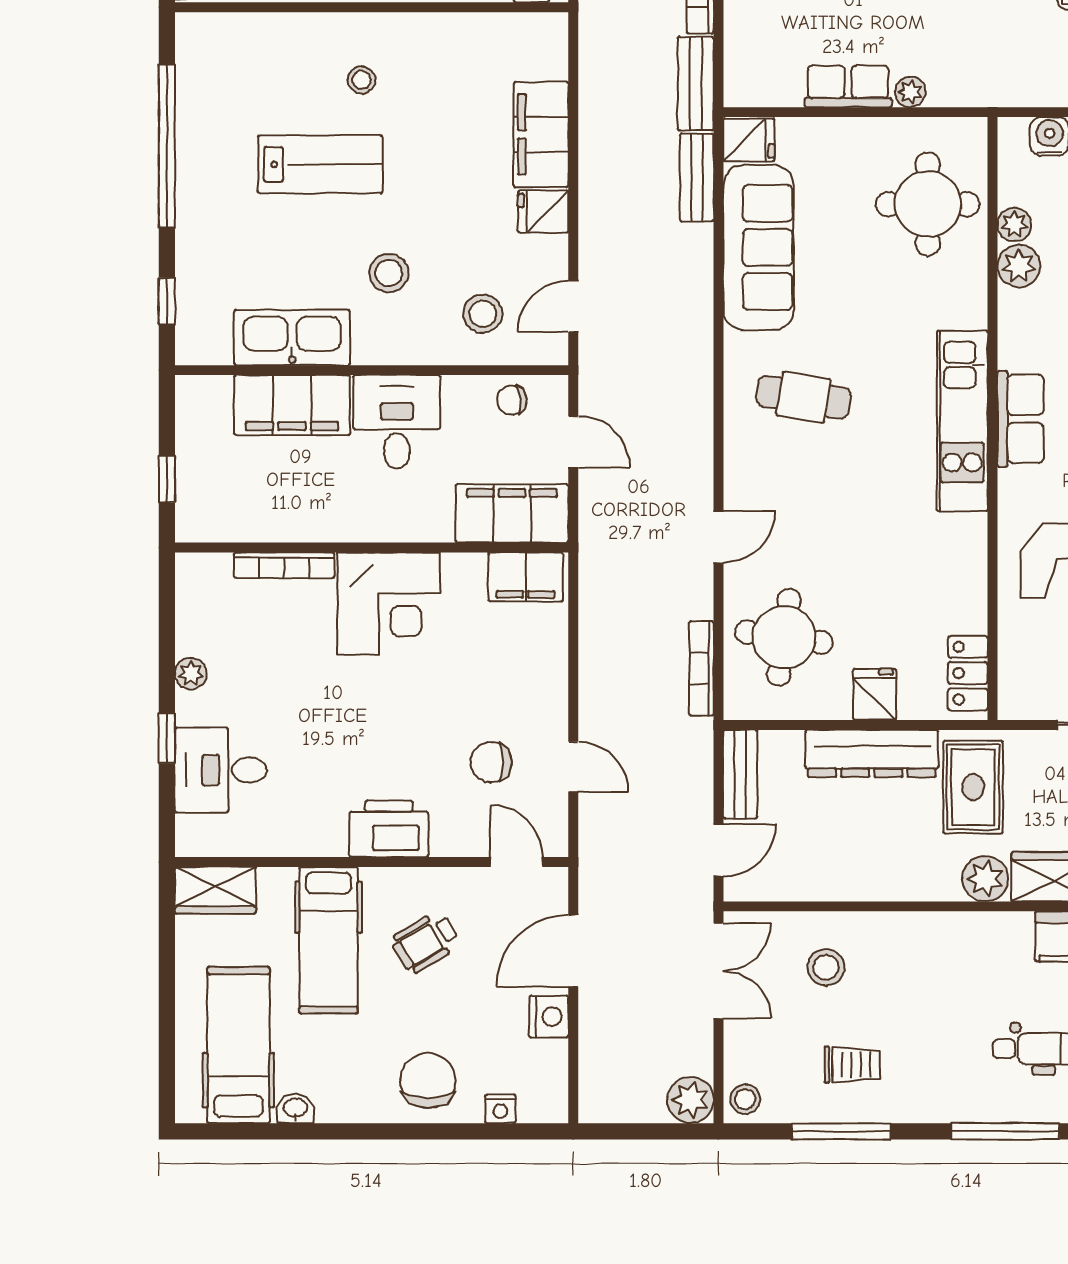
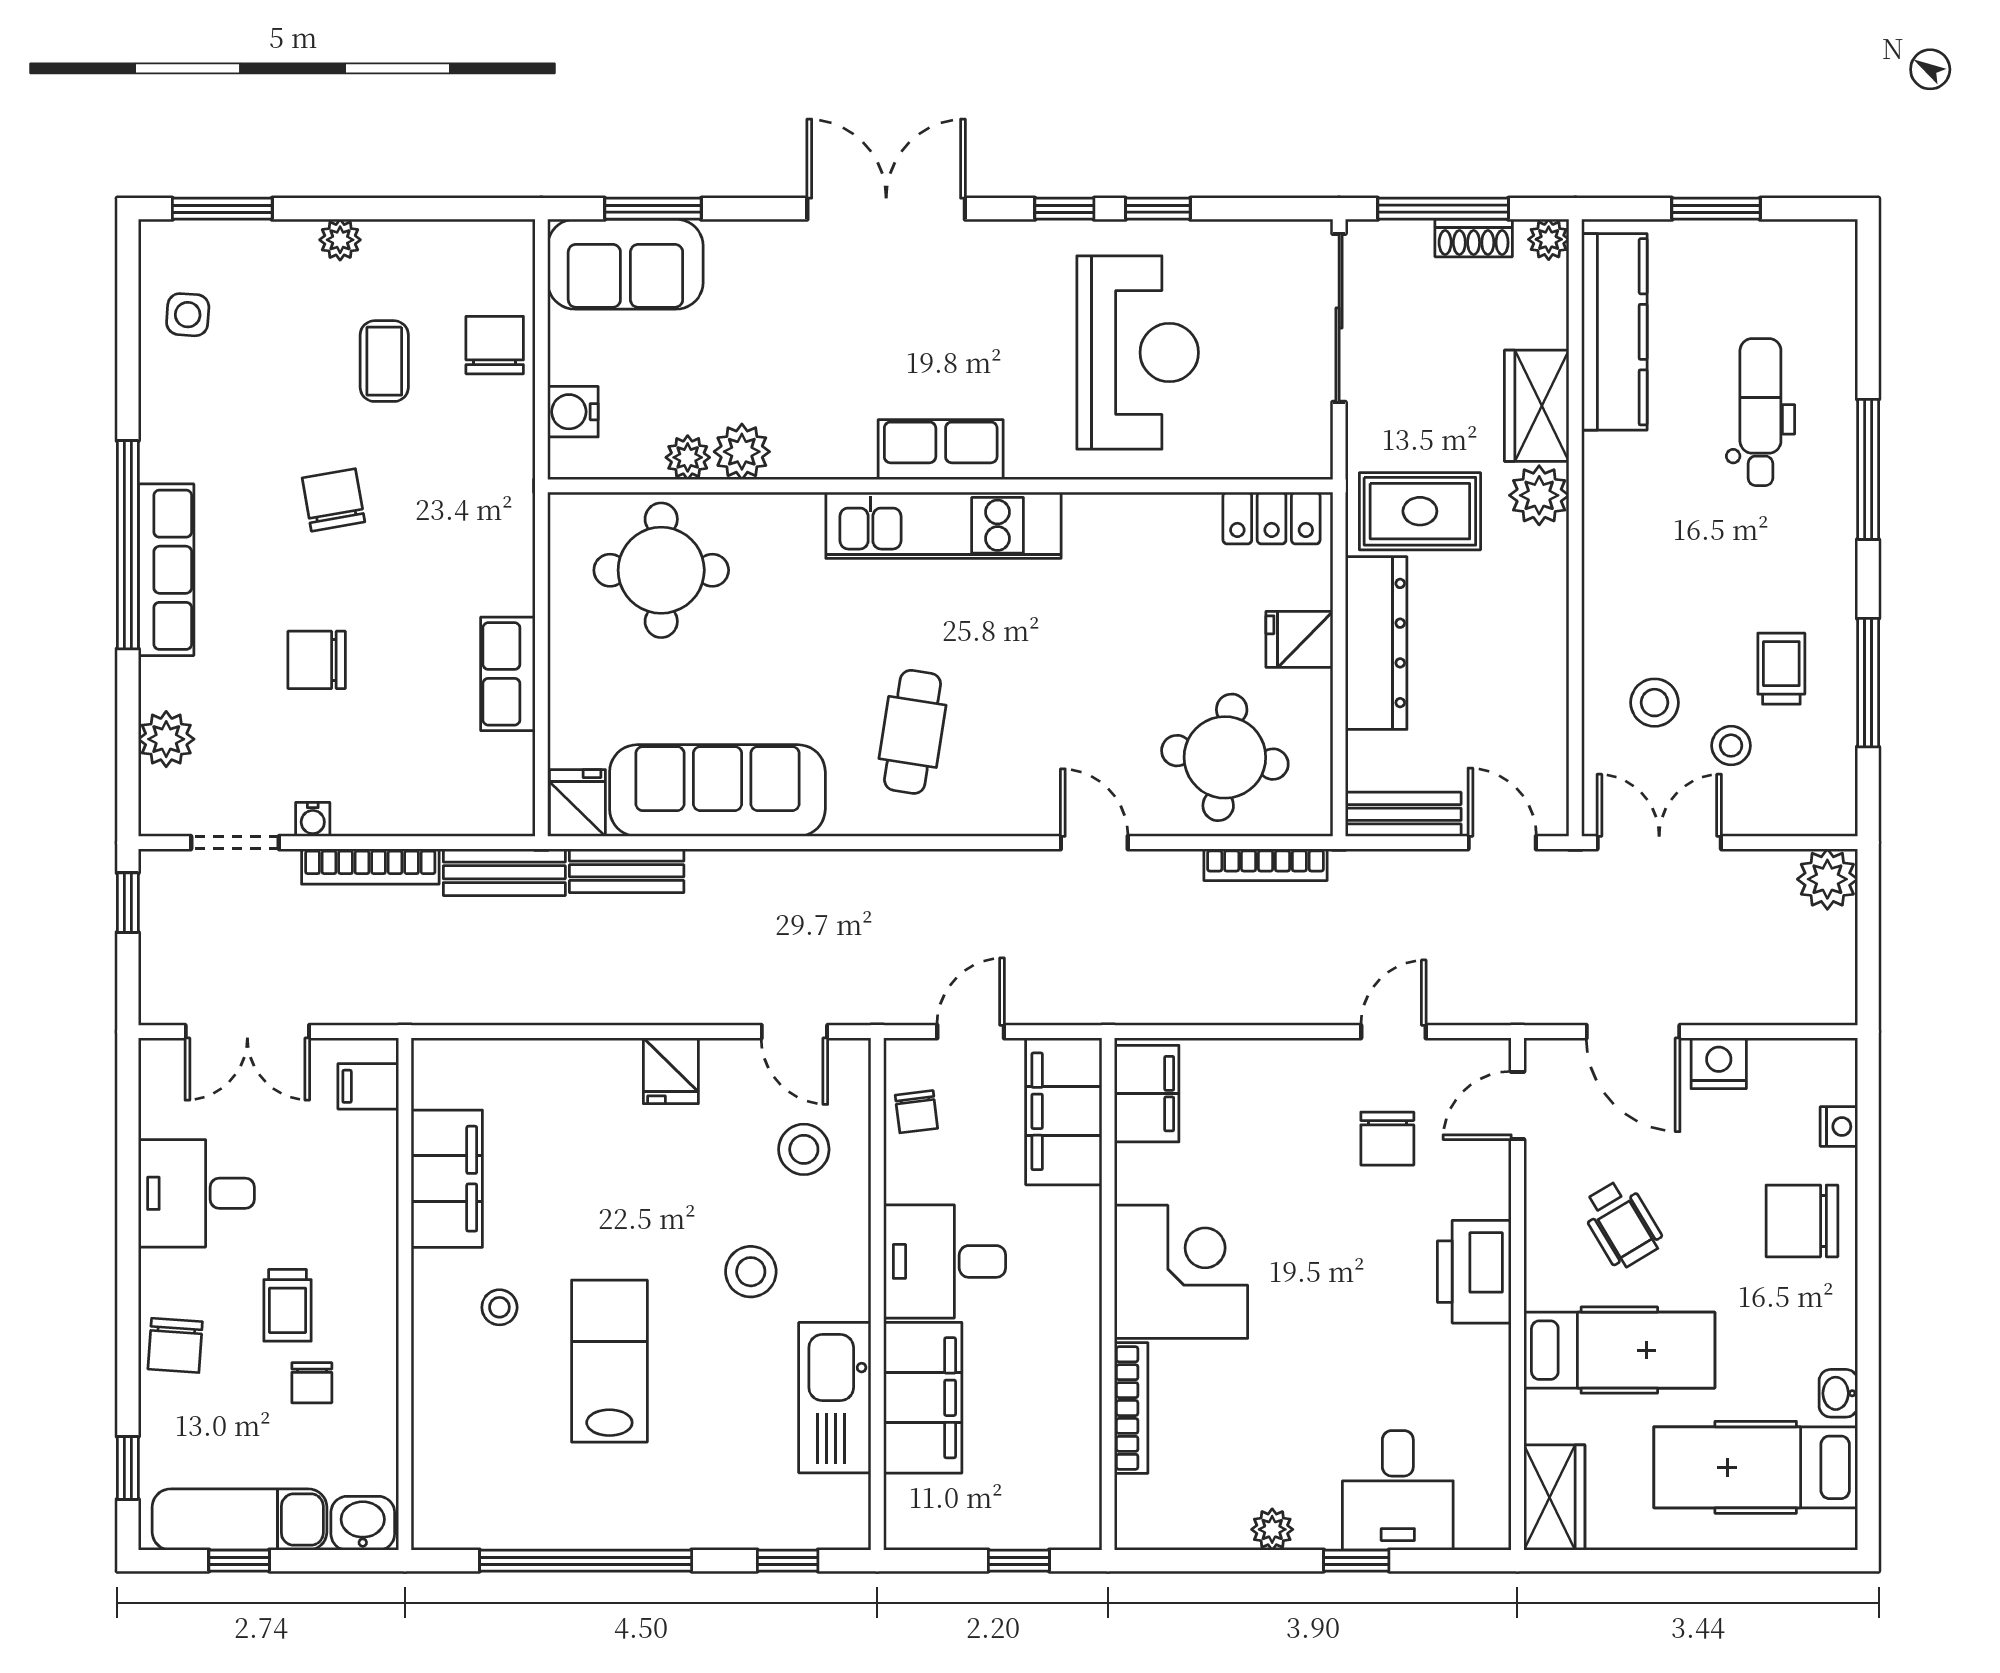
plant: (910, 92) -> (515, 593), removed
filing cabinet: (541, 134) -> (447, 1179), moved, turned -90
stool: (745, 1099) -> (1731, 746), moved

